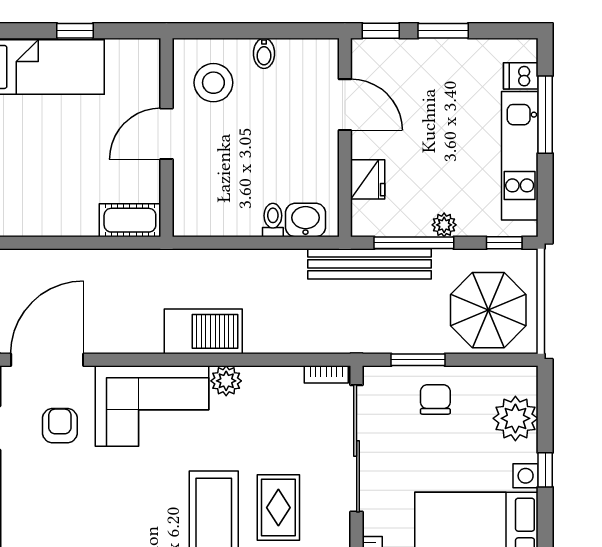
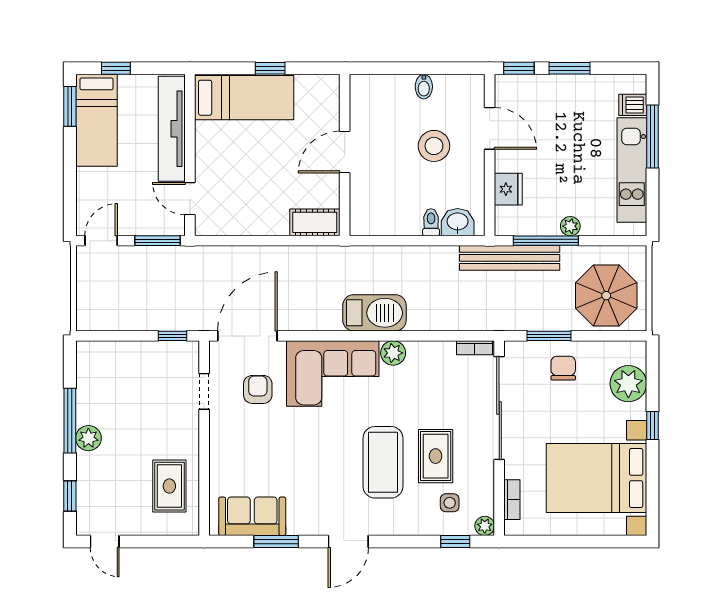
stool: (213, 83) -> (434, 146), moved
window: (504, 243) -> (619, 241), removed

